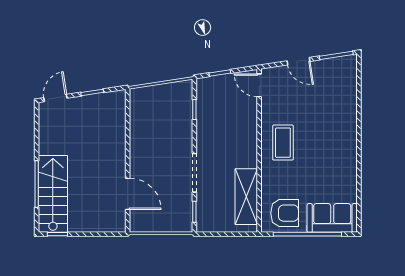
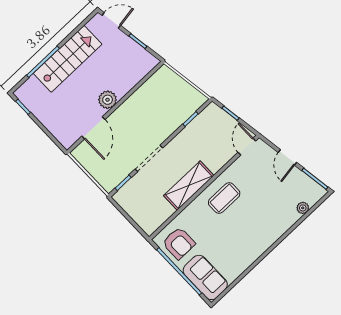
plant: (351, 87) -> (303, 208), added
plant: (116, 161) -> (108, 100), added
stairs: (53, 194) -> (68, 59), moved
shelving: (246, 197) -> (189, 186), moved

